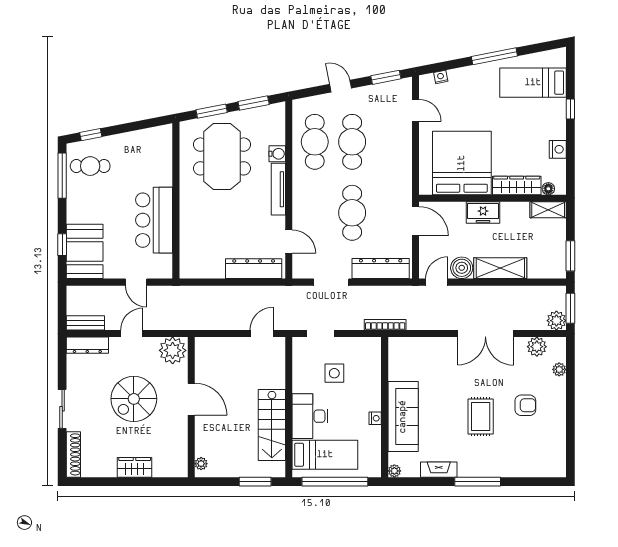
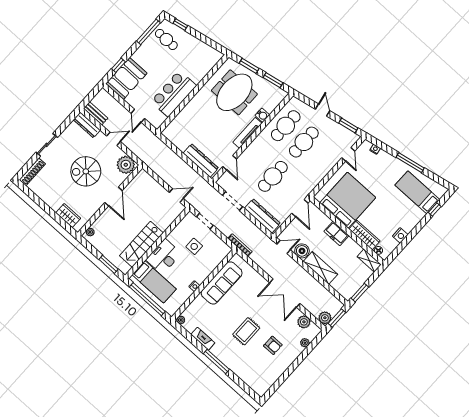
window: (570, 109) -> (435, 209), moved
sofa: (403, 417) -> (222, 283), moved
wardrobe: (135, 467) -> (68, 216), moved

